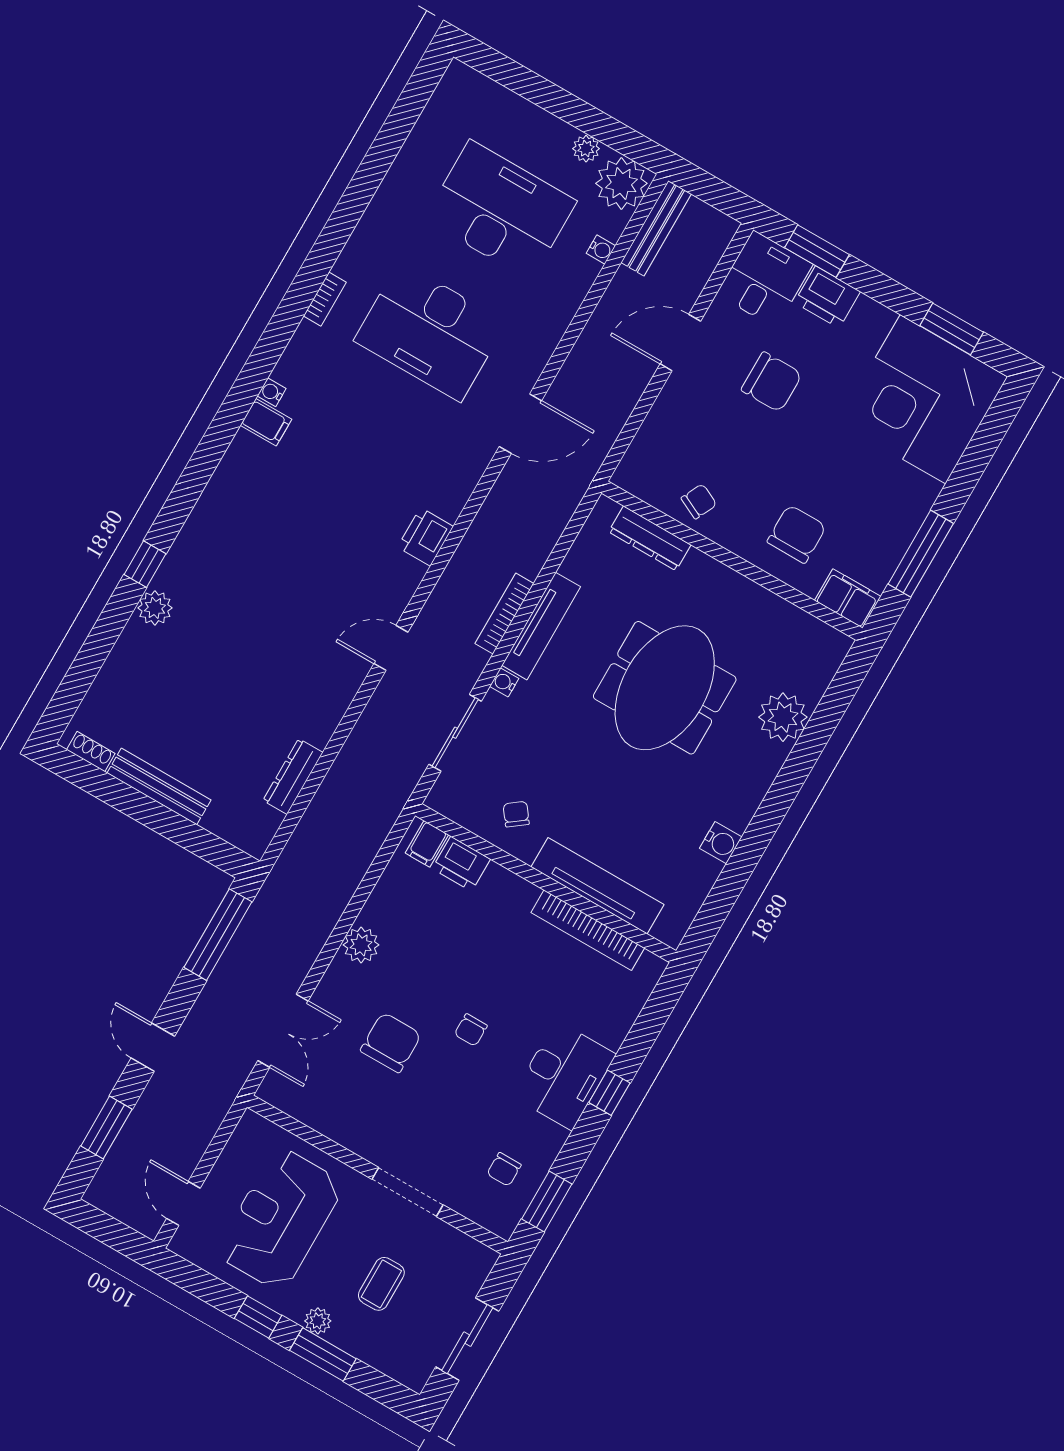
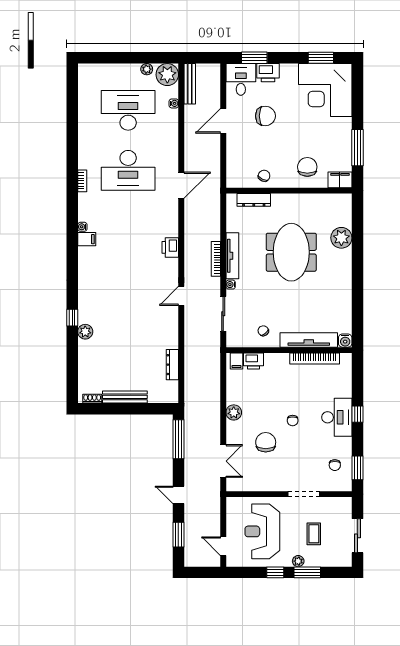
water cooler: (721, 843) -> (345, 341), moved, turned 90

